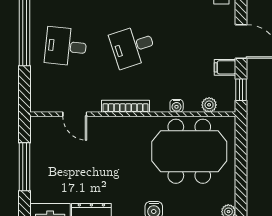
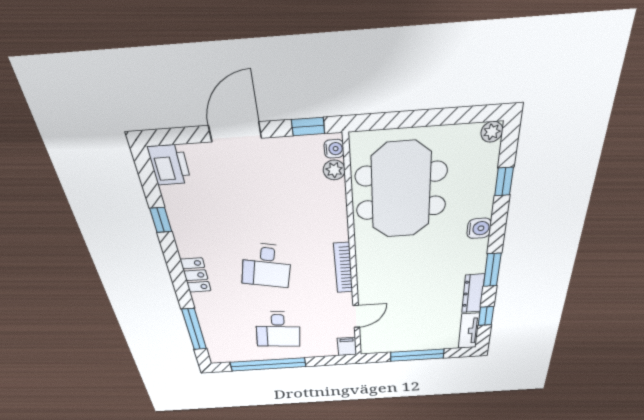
desk: (133, 46) -> (267, 265), turned 30
filing cabinet: (225, 67) -> (347, 347), moved, turned 180
water cooler: (177, 106) -> (334, 149), moved

